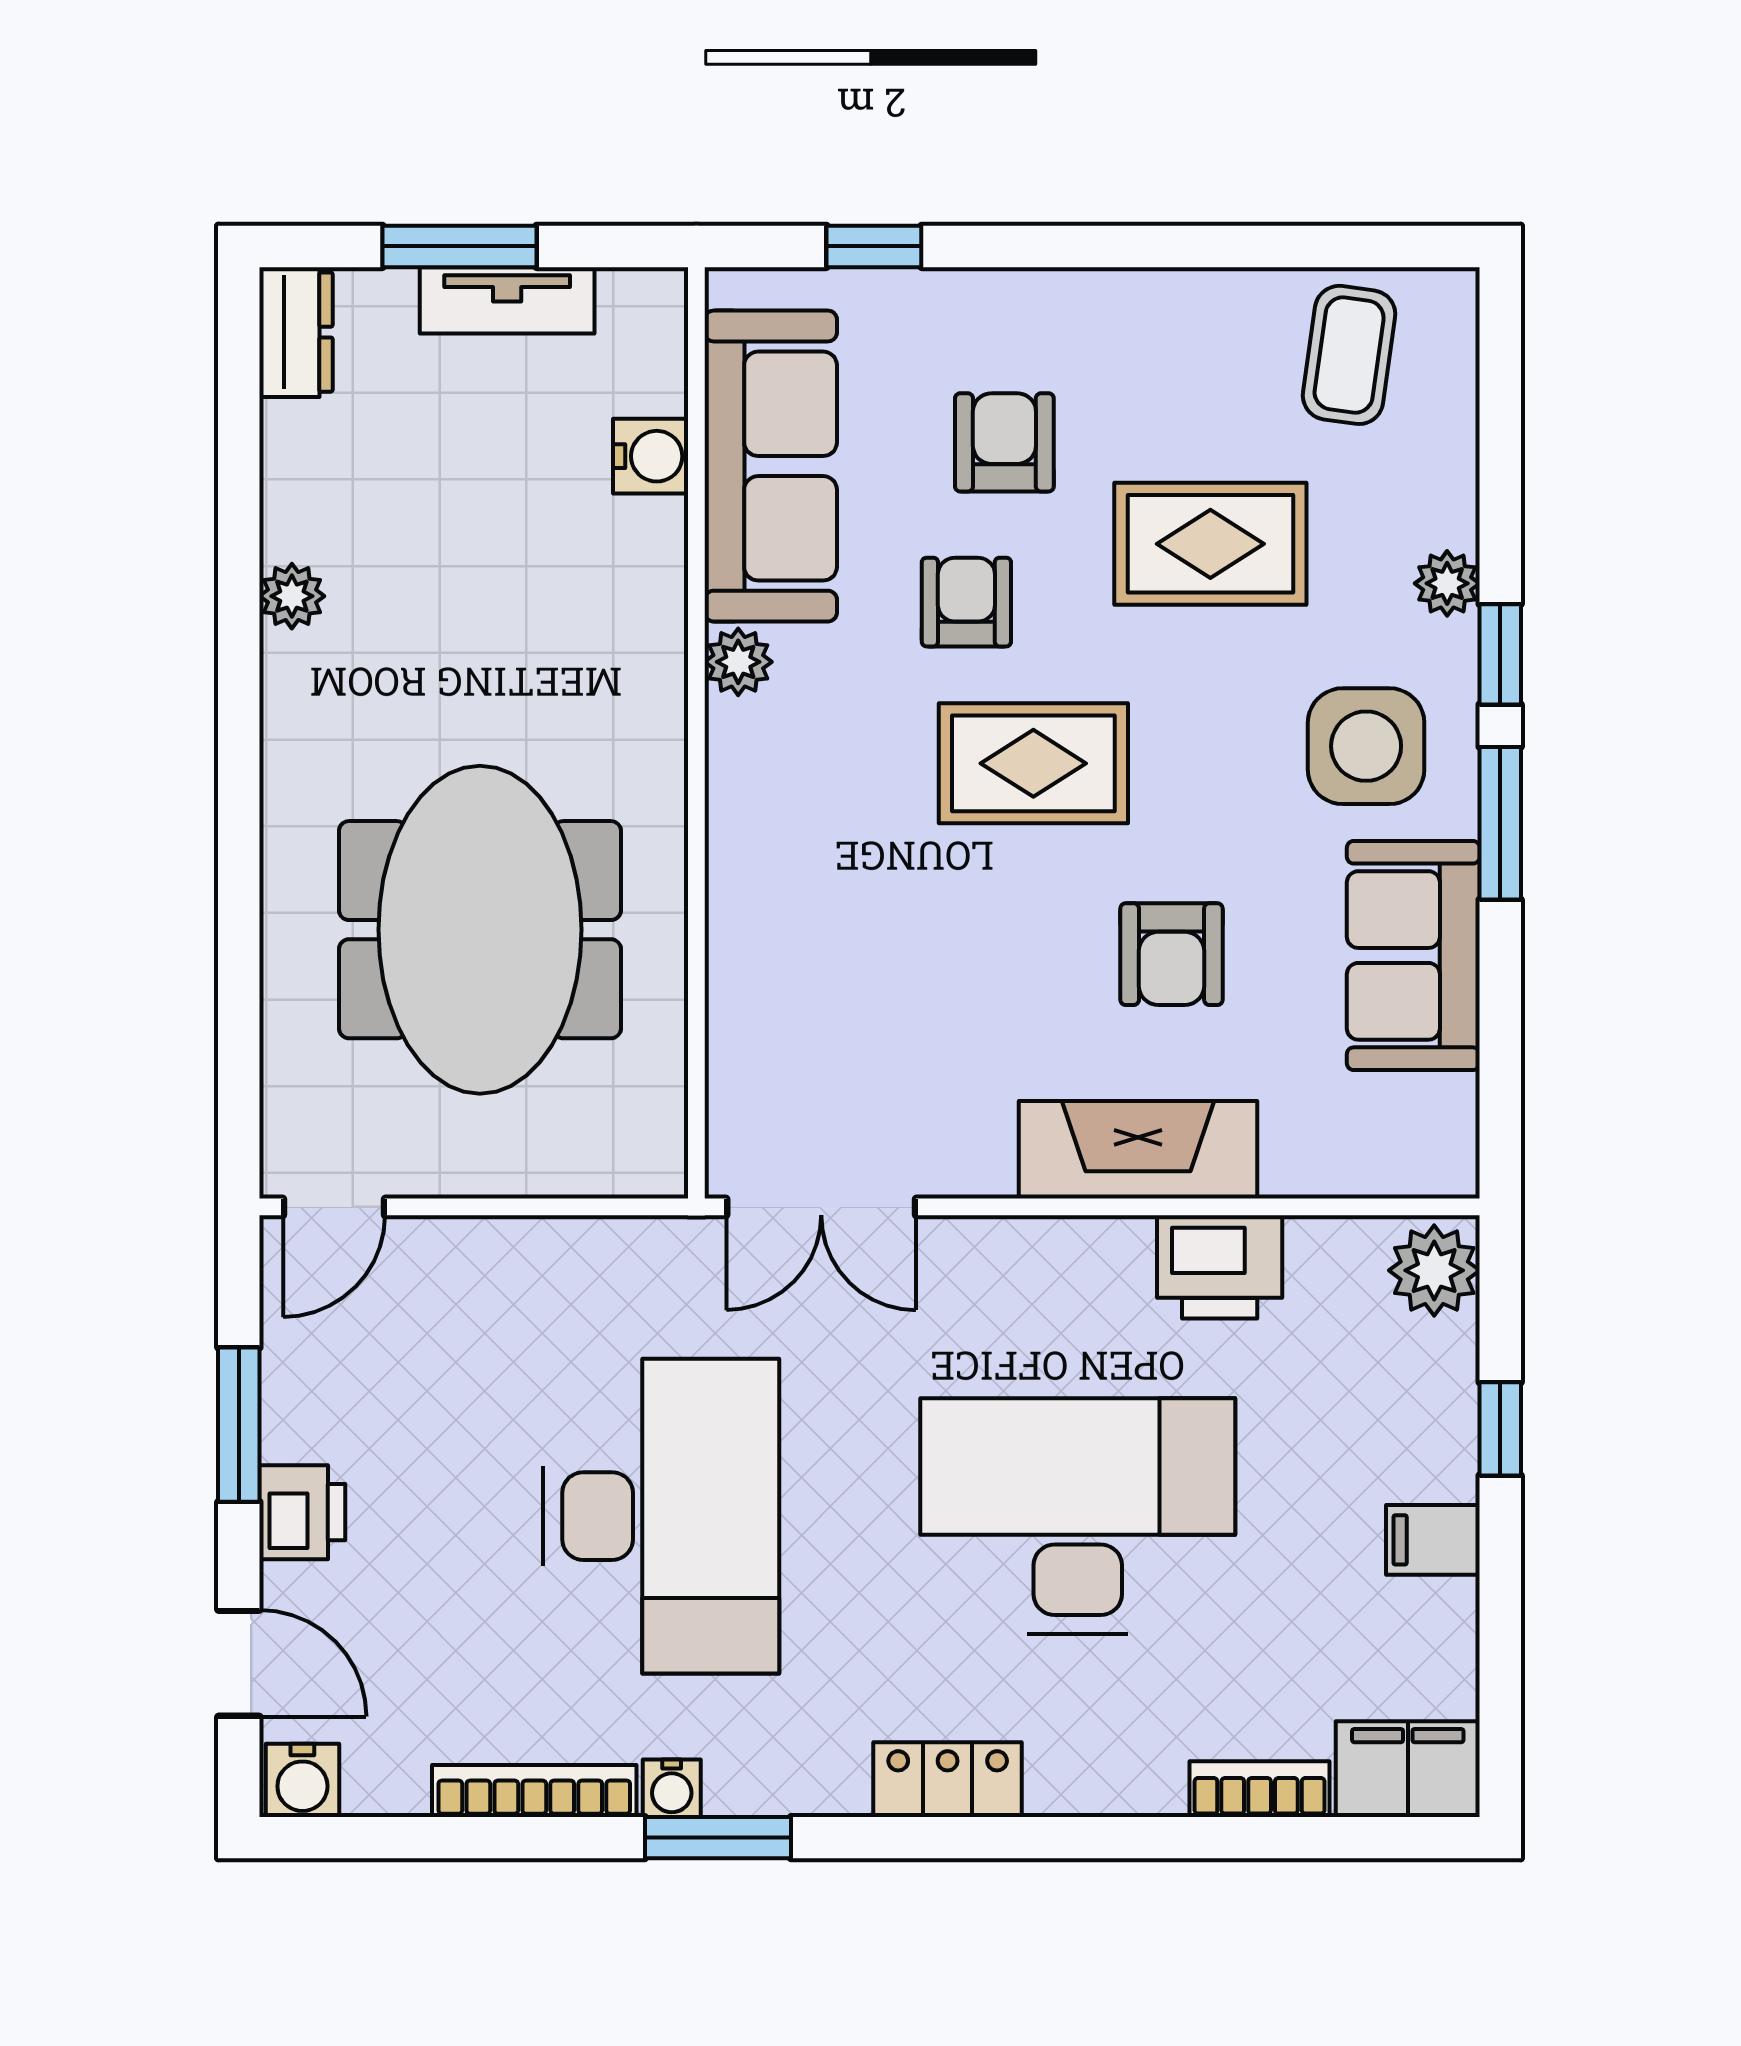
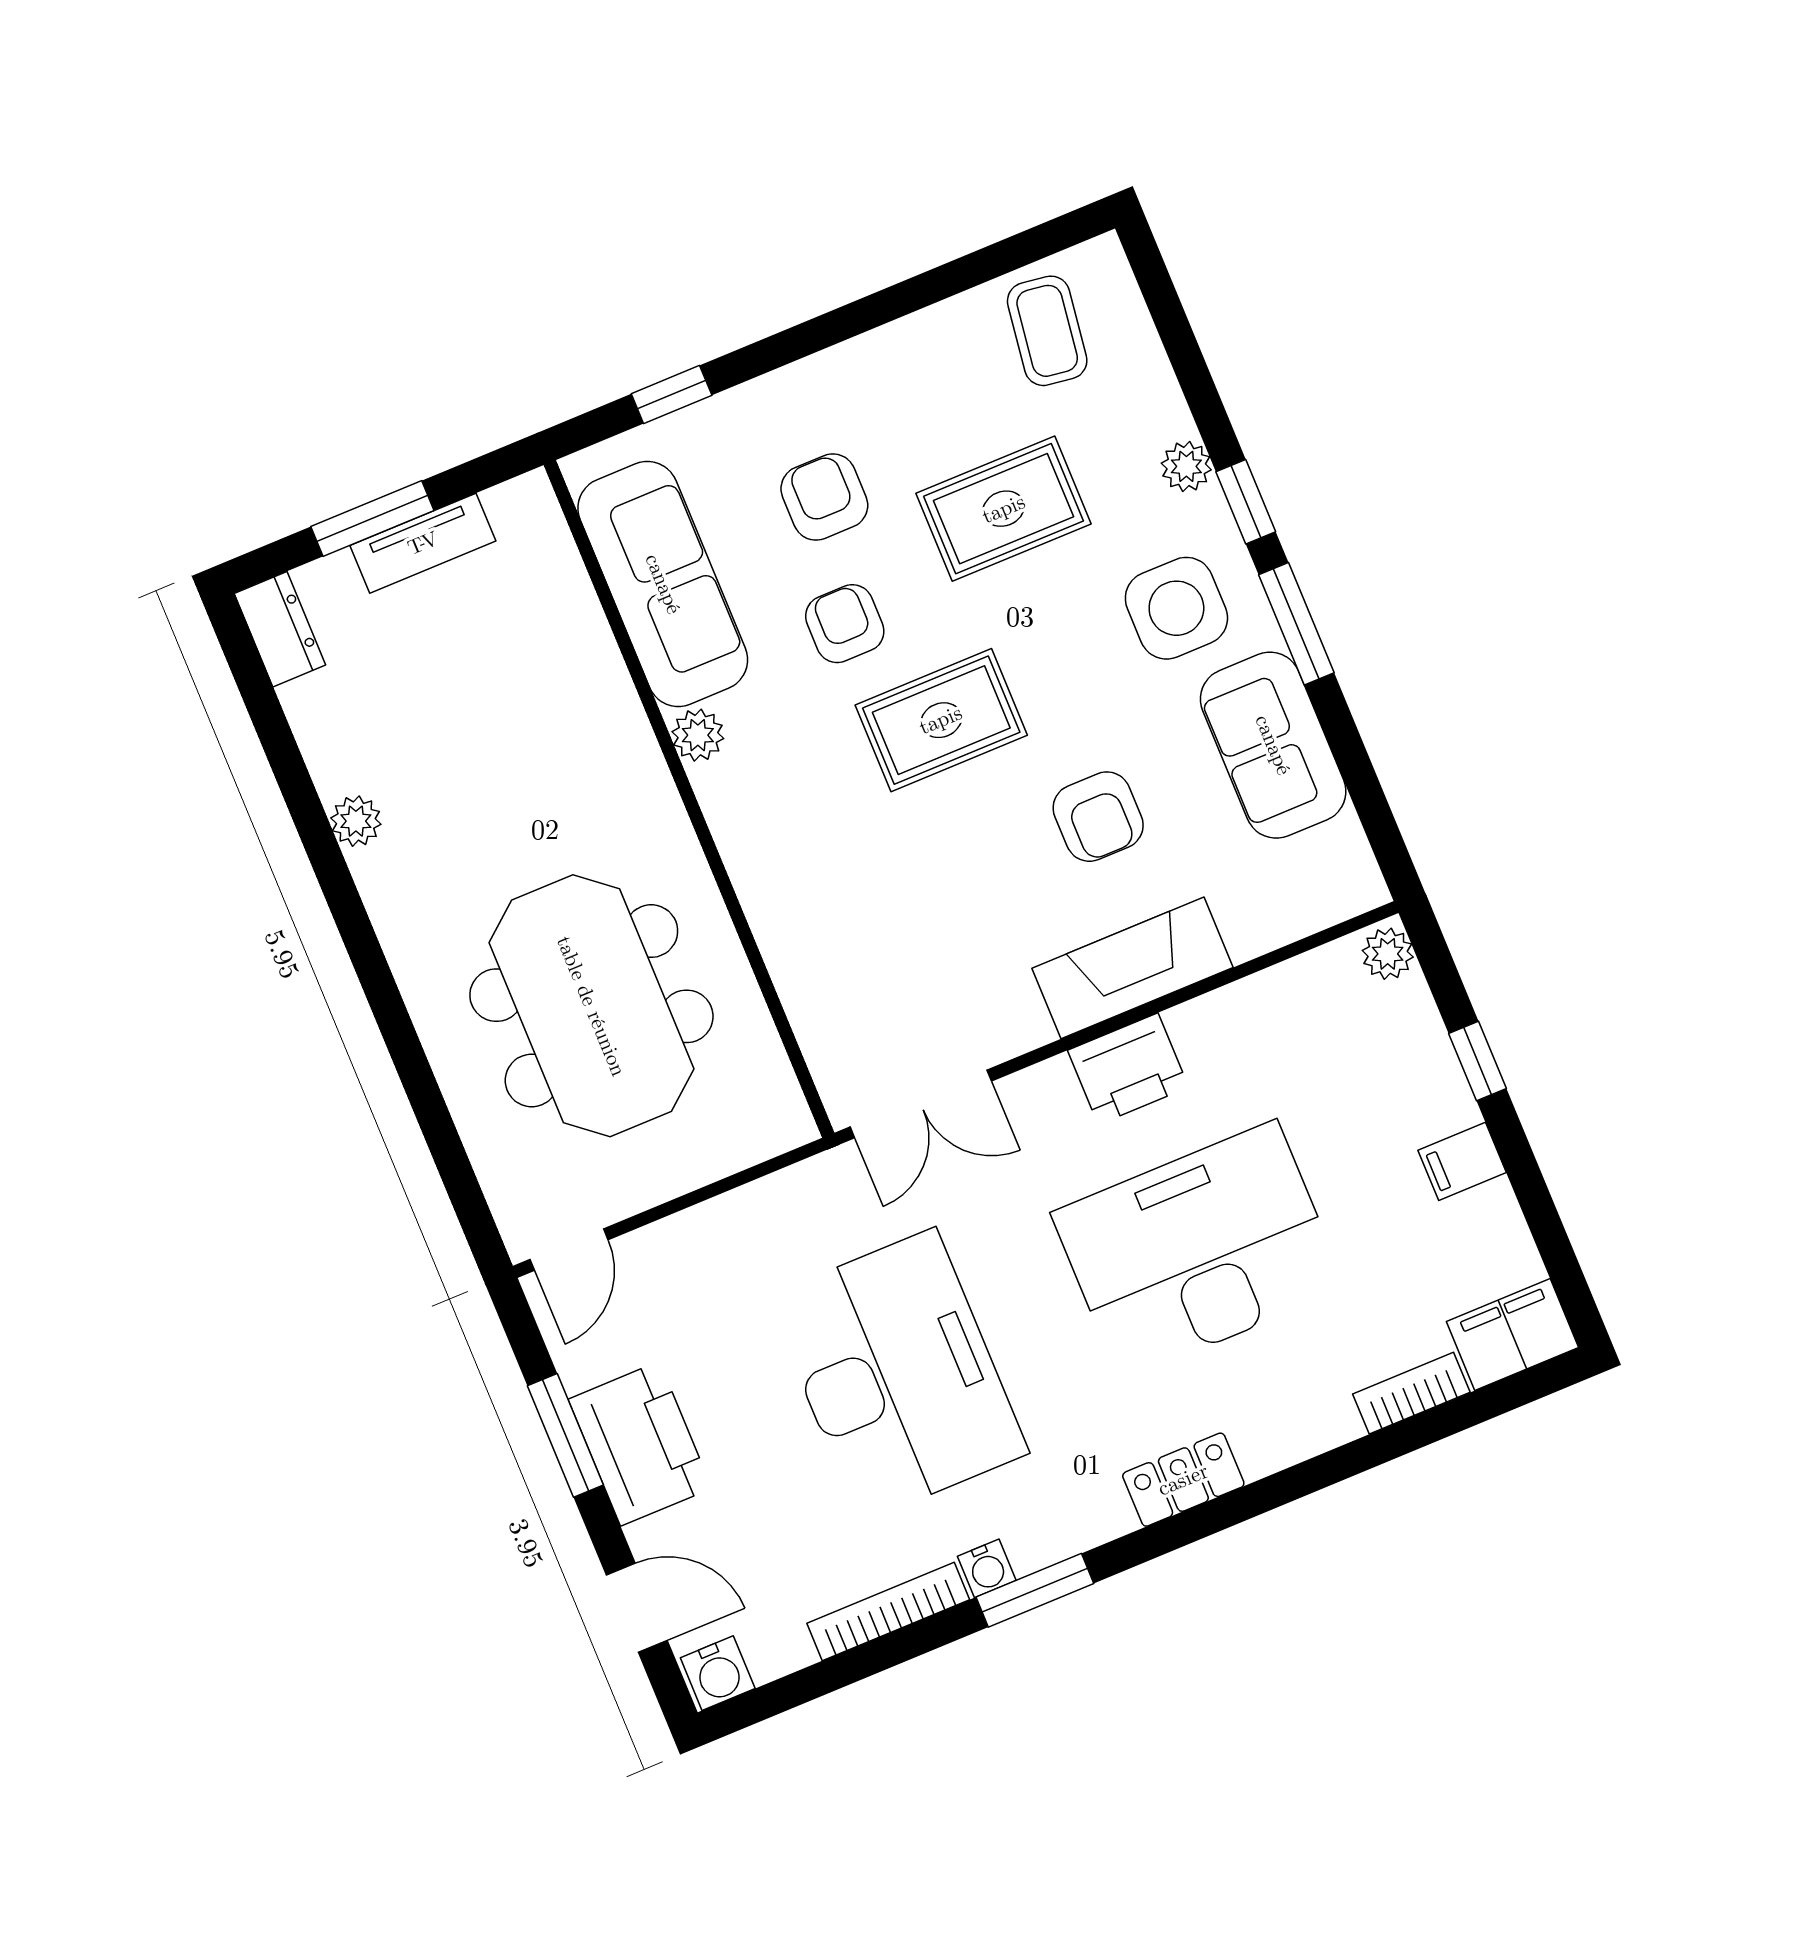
water cooler: (651, 456) -> (573, 613), removed
printer: (1220, 1267) -> (1128, 1069), moved
plant: (1434, 1270) -> (1388, 954), width x0.73, depth x0.73
printer: (302, 1512) -> (640, 1444), width x1.87, depth x1.48

